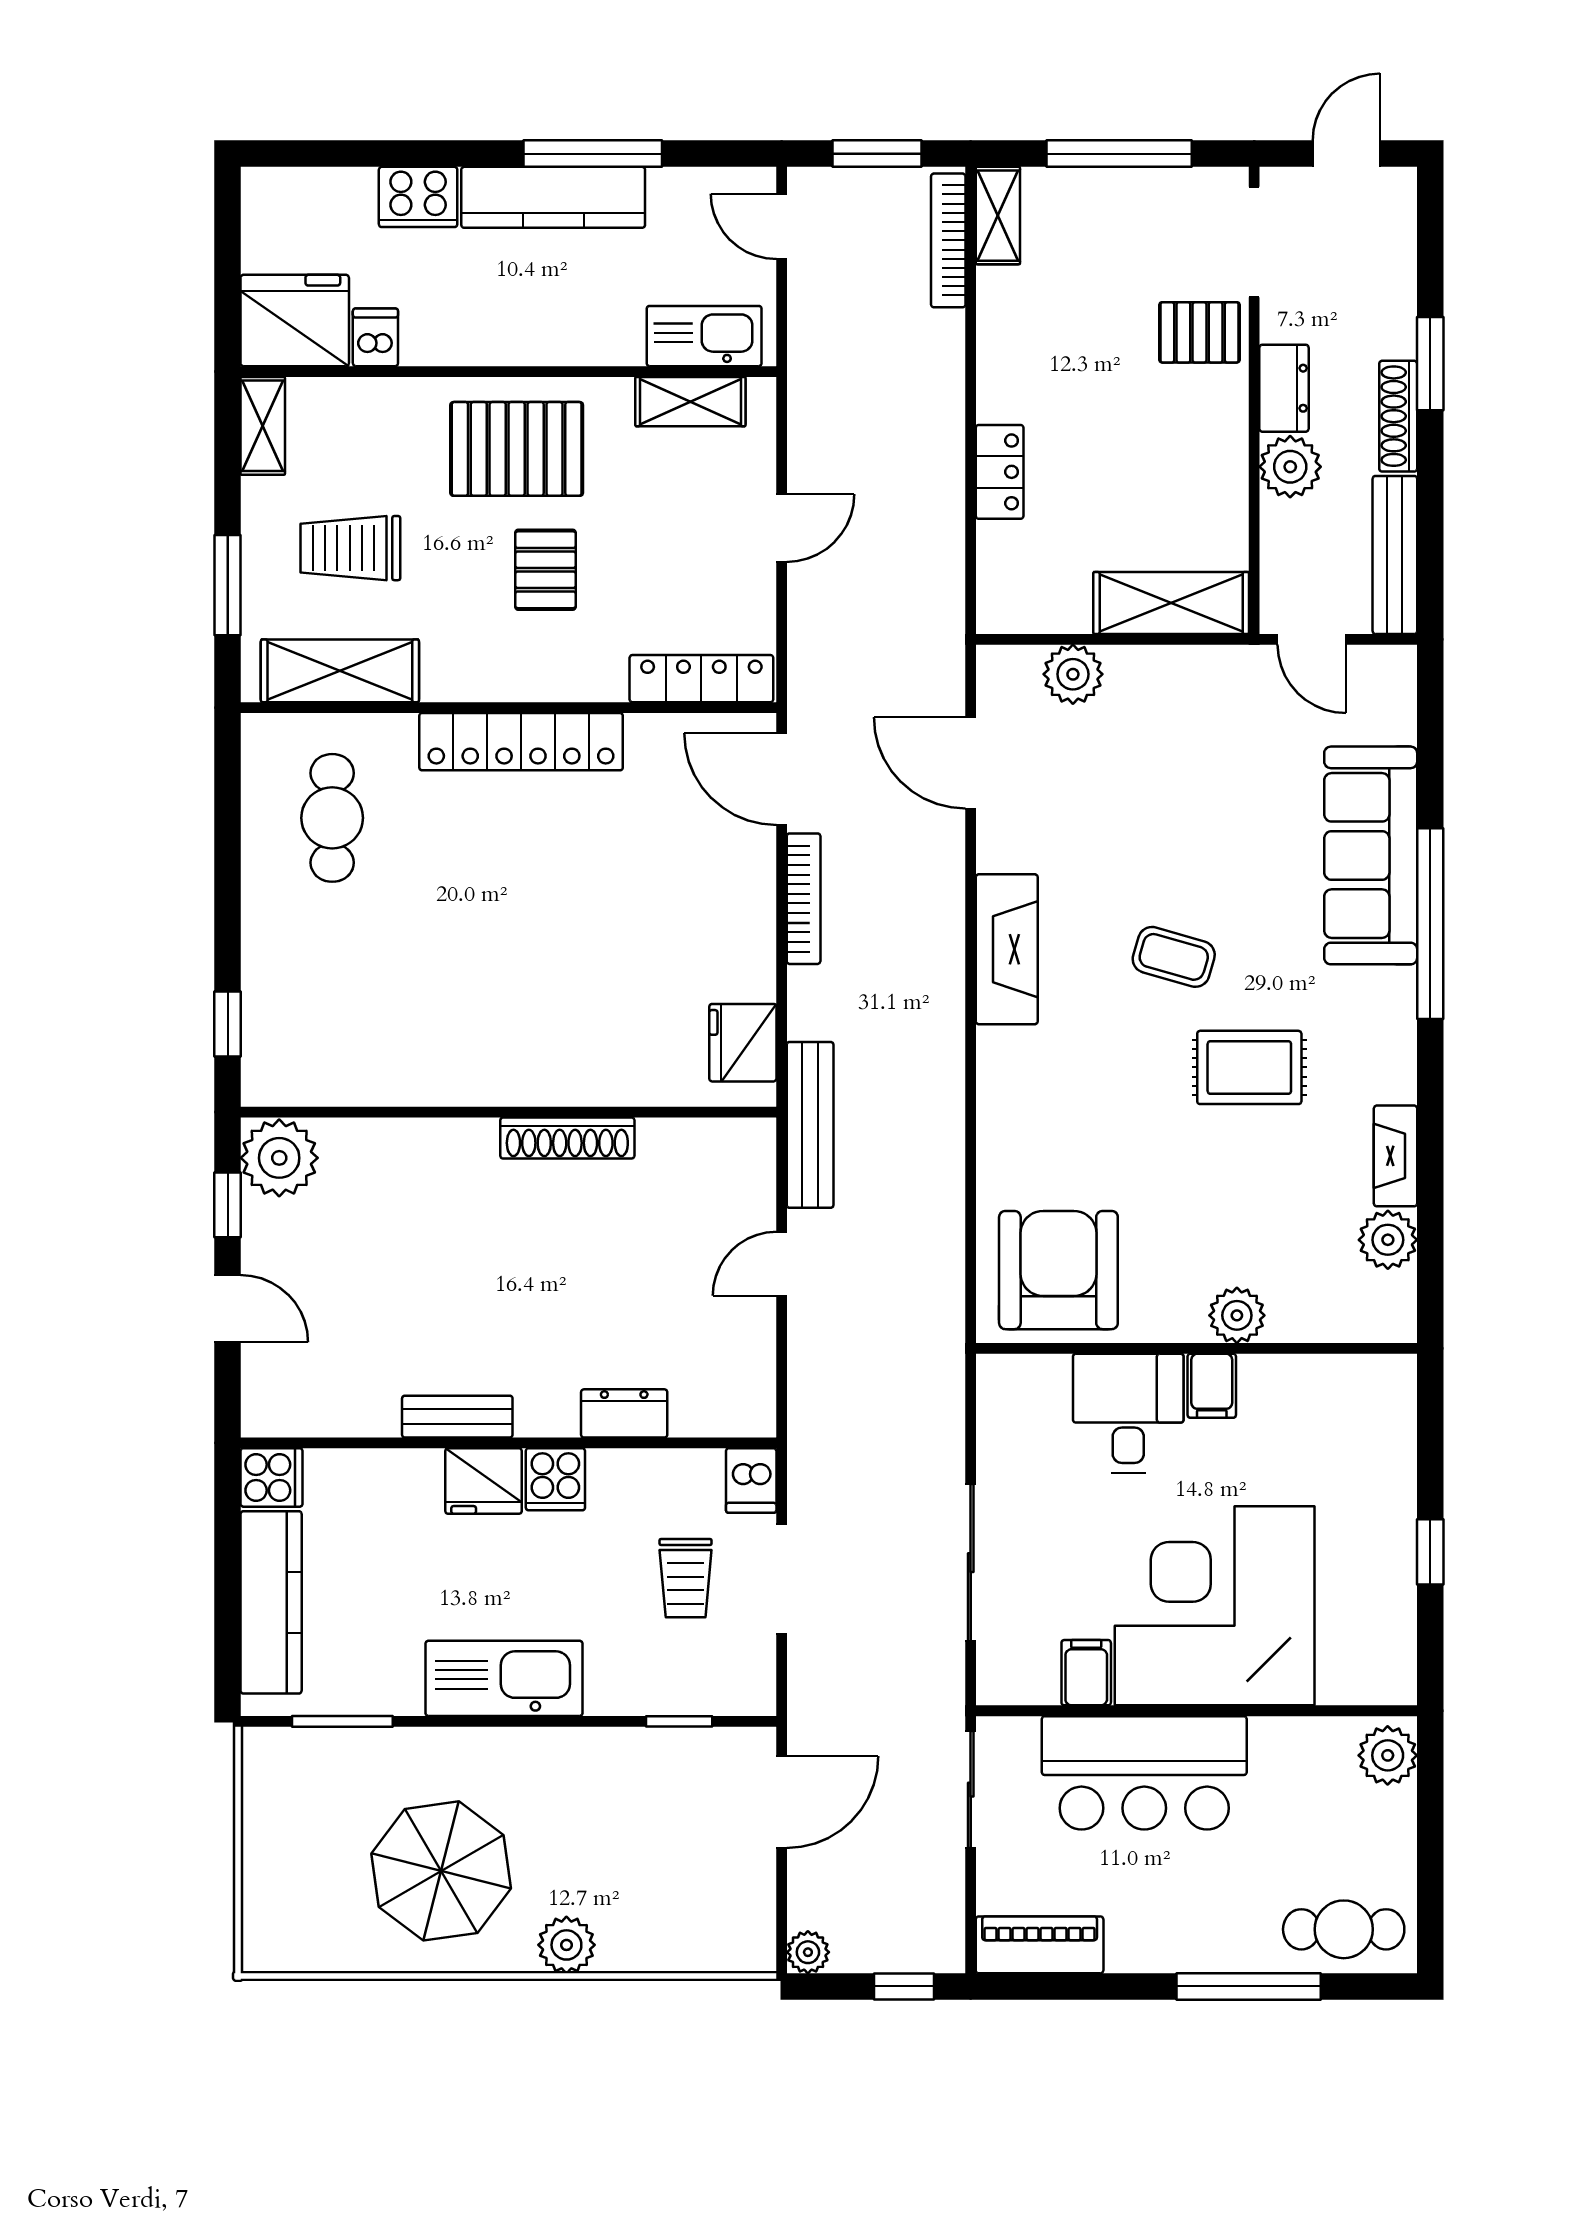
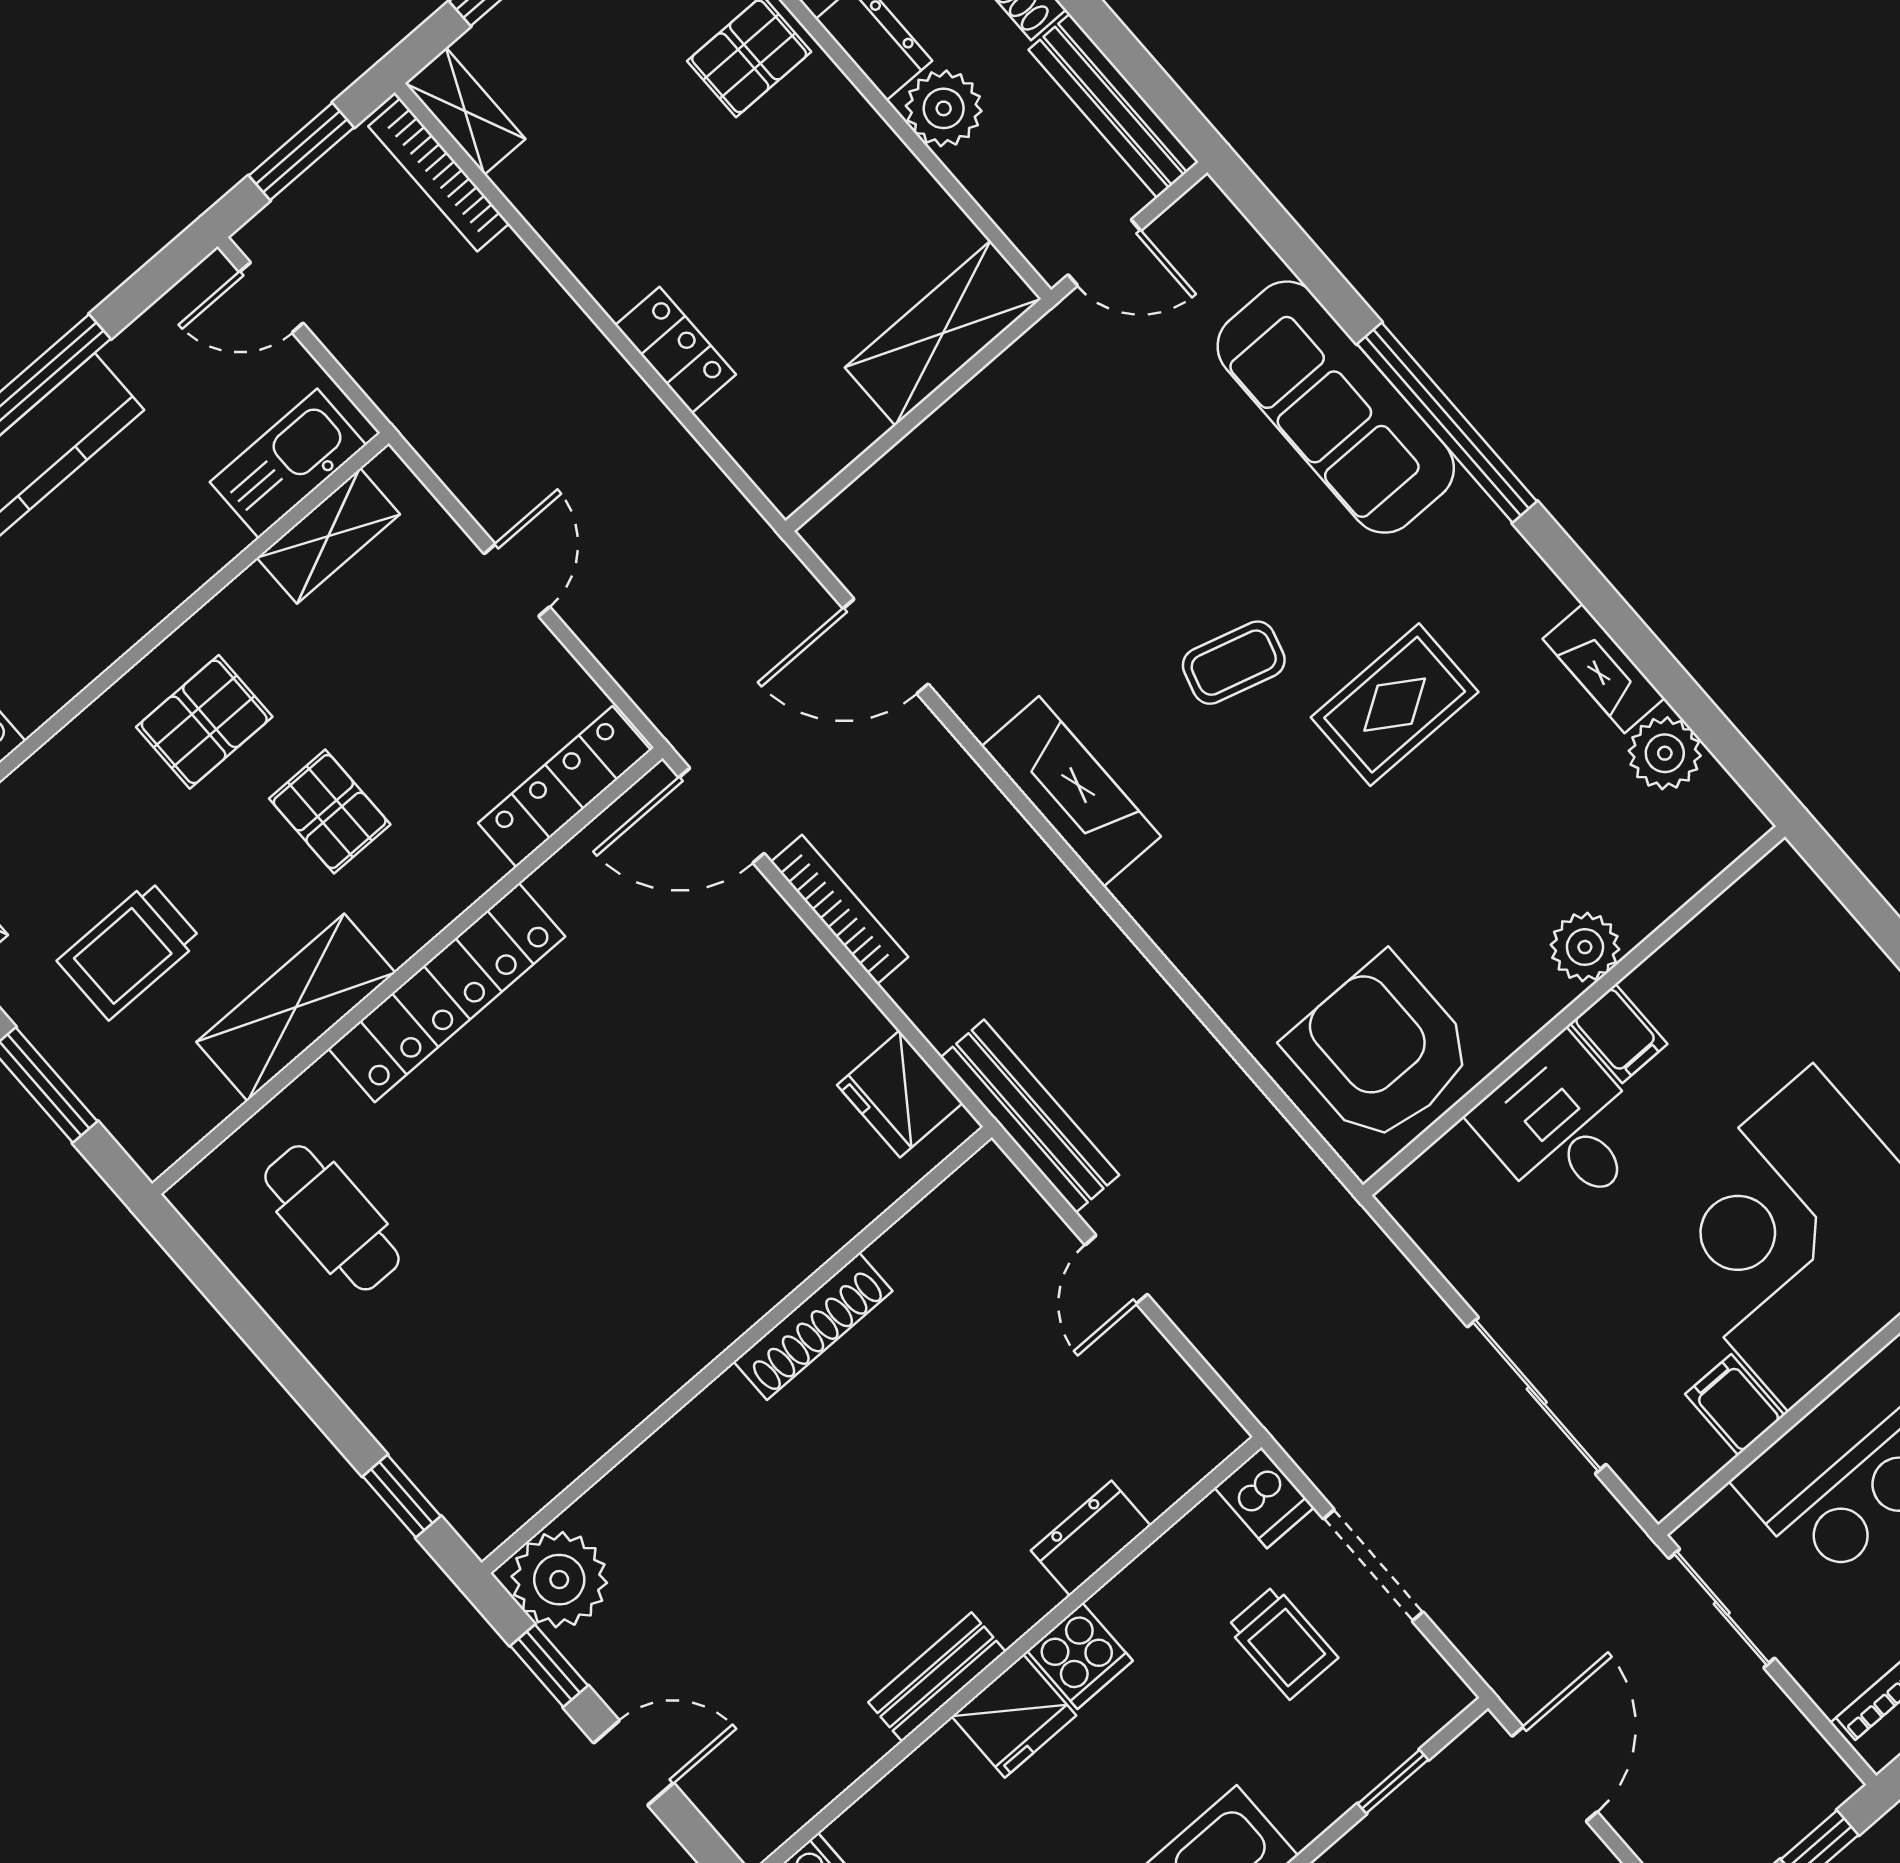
pallet: (517, 449) -> (204, 722), width x0.67, depth x0.71
shelving: (340, 671) -> (296, 1007), moved
plant: (1073, 674) -> (909, 480), removed

